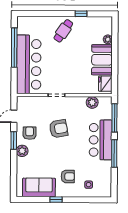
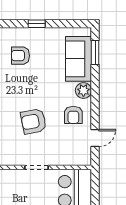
window: (14, 140) -> (95, 52), moved
sofa: (39, 187) -> (79, 59), moved, turned 90

